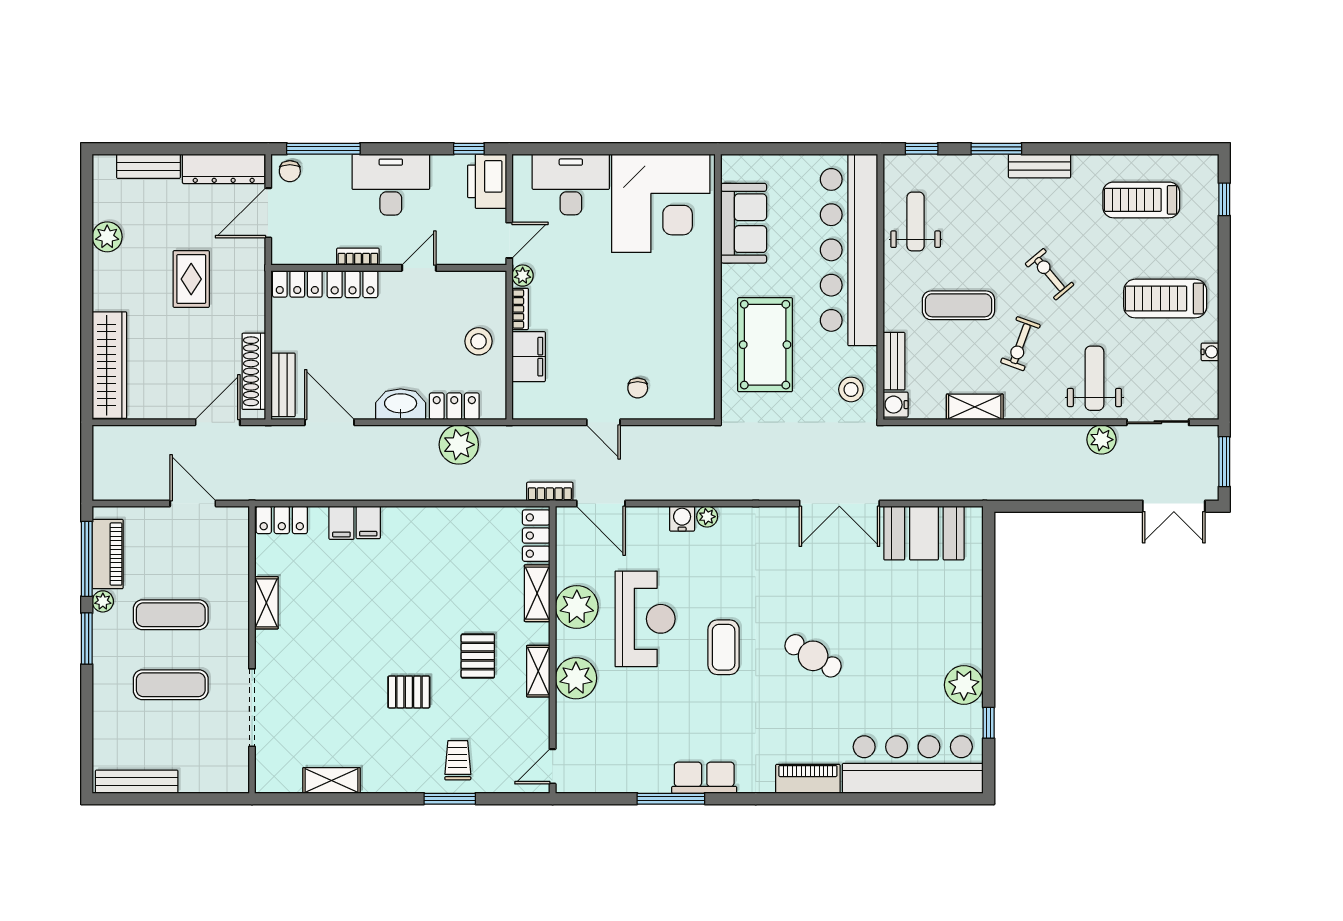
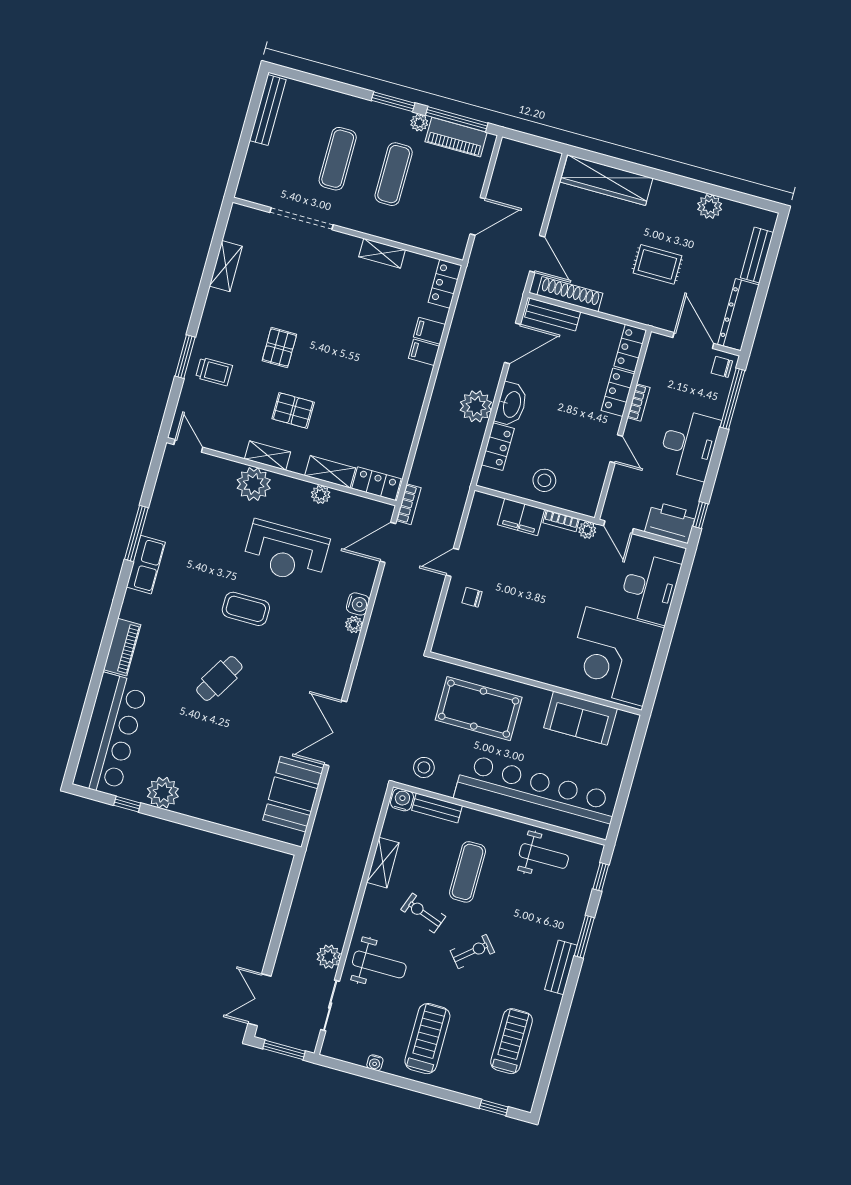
plant: (459, 445) -> (476, 406), moved
plant: (577, 607) -> (321, 495), width x0.53, depth x0.53

